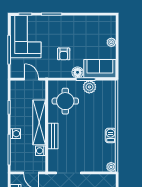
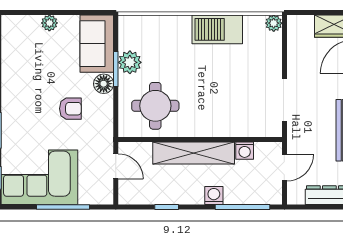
door: (32, 79) -> (116, 166), swing flipped
barbecue: (111, 135) -> (217, 29), width x1.88, depth x1.53
bench: (53, 136) -> (218, 128), removed

